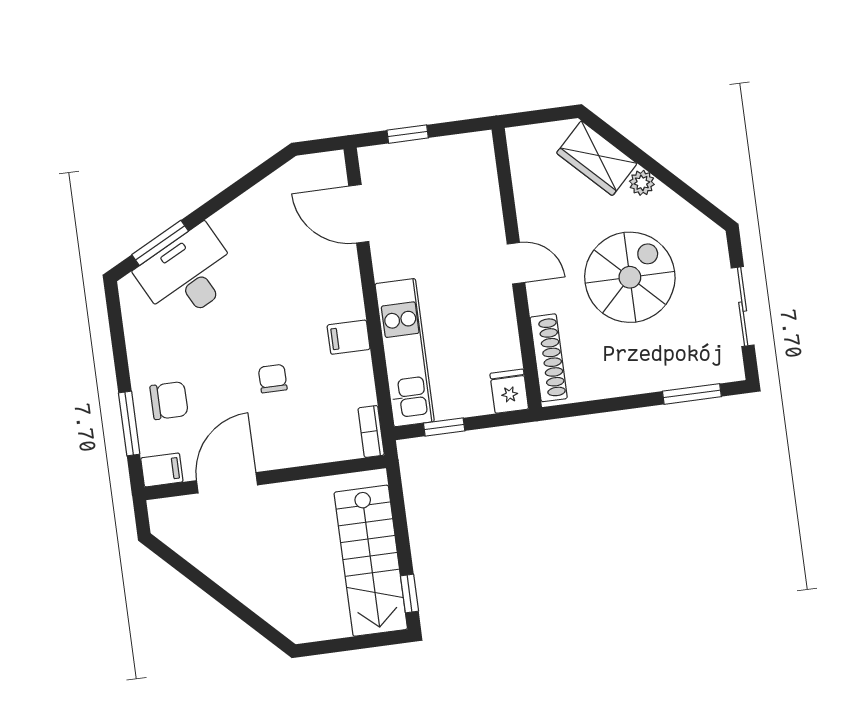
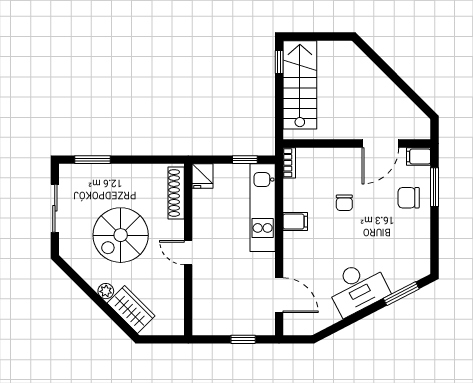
desk: (188, 274) -> (358, 288), moved

